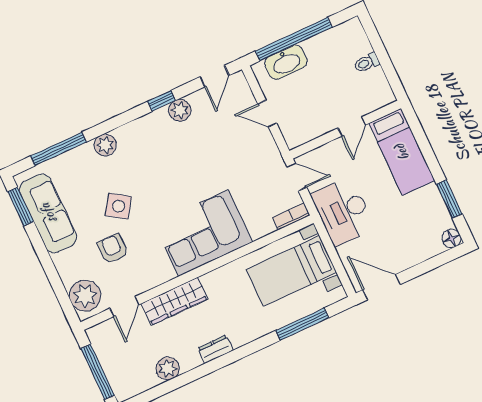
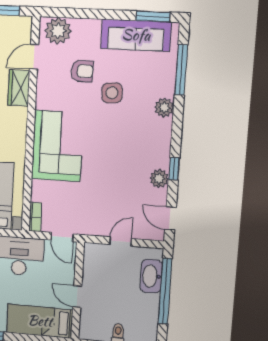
door: (297, 177) -> (62, 237), hinge flipped
side table: (119, 206) -> (112, 93), turned -38
wardrobe: (174, 301) -> (19, 88), width x0.67
door: (124, 307) -> (34, 57), hinge flipped

